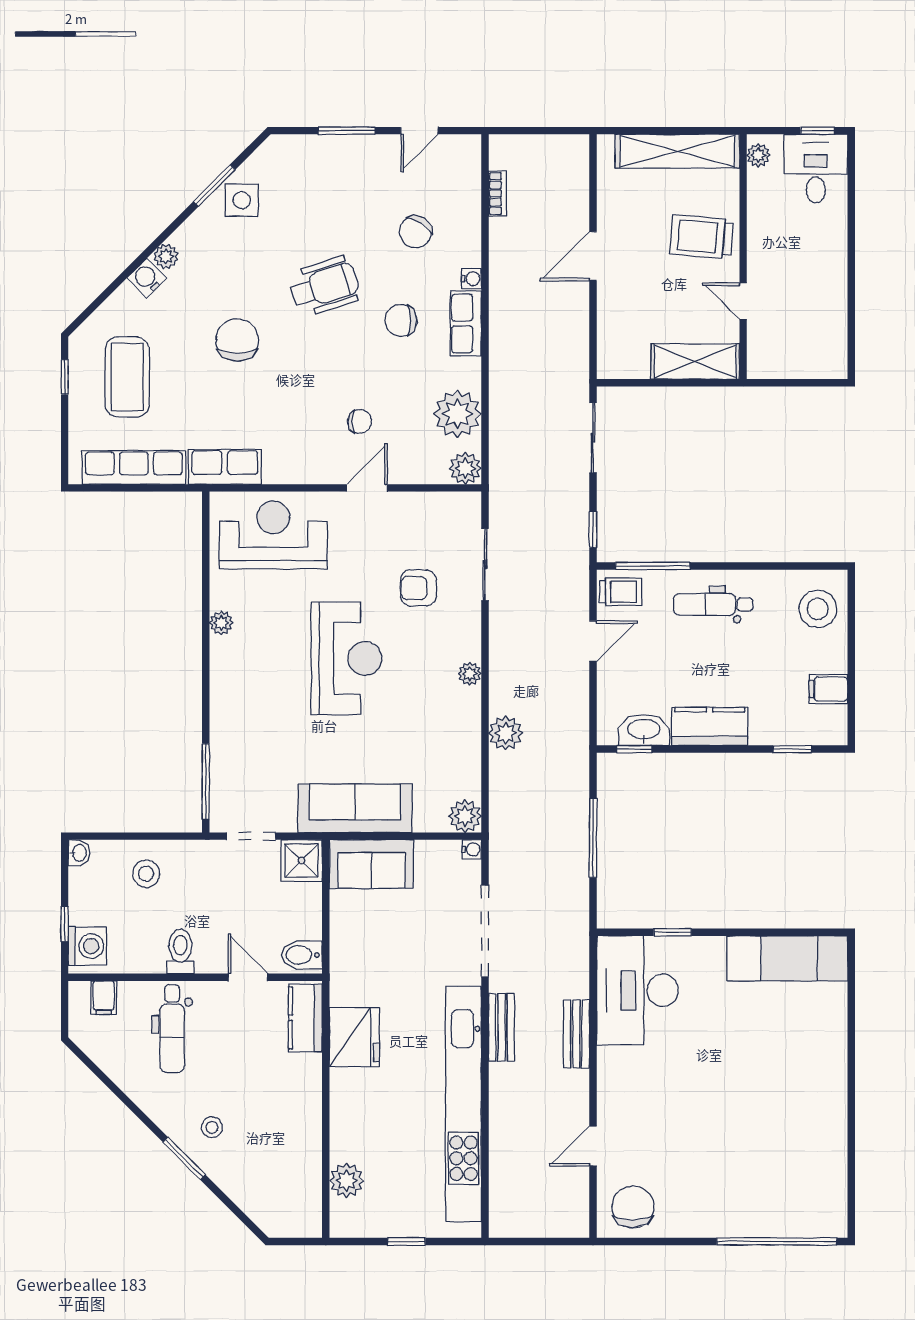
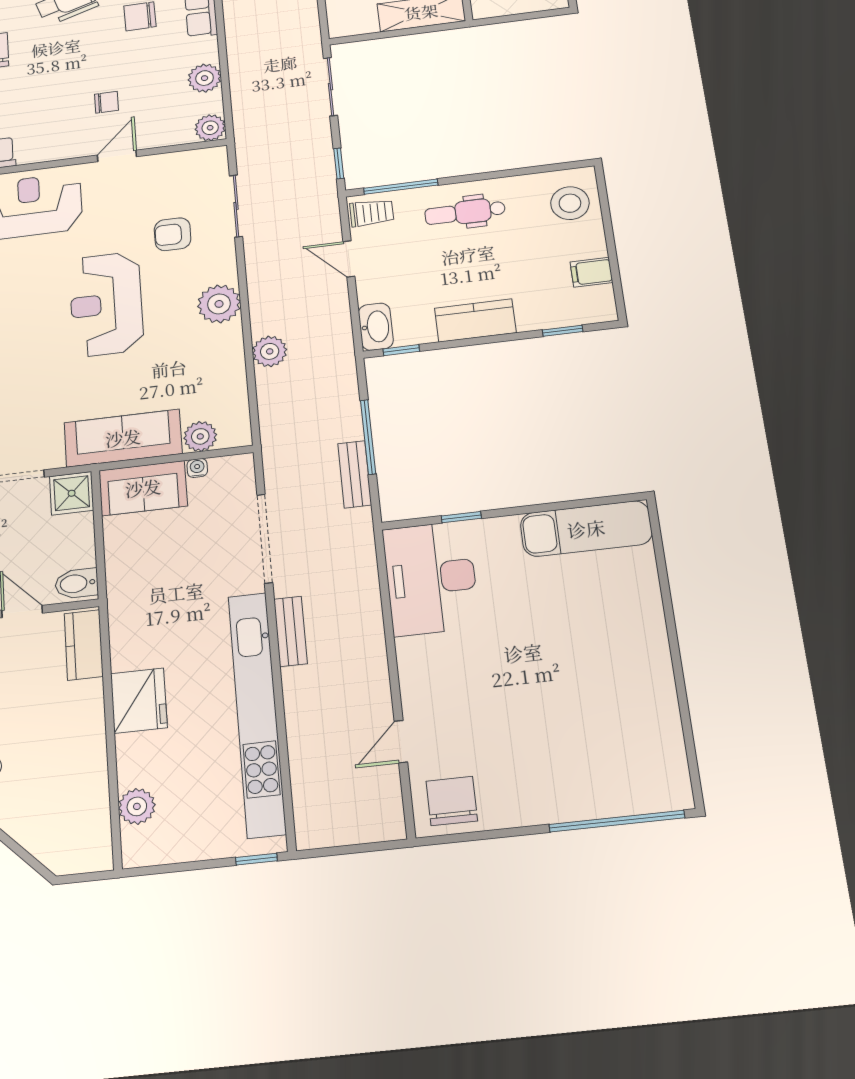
plant: (457, 414) -> (205, 78), width x0.73, depth x0.73
door: (593, 641) -> (349, 259), swing flipped
reception desk: (346, 658) -> (106, 304), turned 180
plant: (470, 674) -> (219, 304), width x1.88, depth x1.88
washbasin: (644, 730) -> (376, 327), moved, turned 90
plant: (465, 816) -> (200, 436), moved
water cooler: (472, 849) -> (197, 468), moved, turned -90
bench: (576, 1034) -> (355, 474), moved
fridge: (354, 1037) -> (139, 701), moved
window: (406, 1241) -> (256, 859), moved

